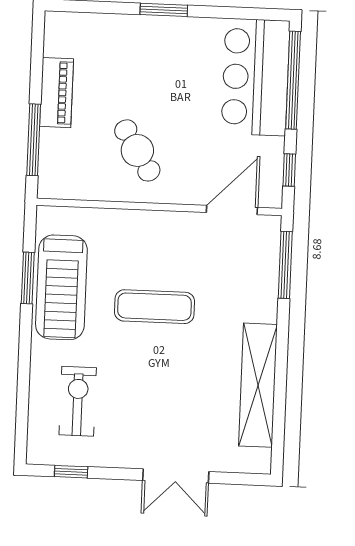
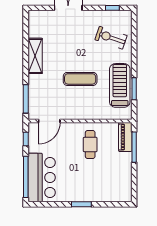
piano: (57, 93) -> (125, 137), moved
cafe table: (137, 150) -> (90, 144), turned 32
shelving: (258, 385) -> (35, 56), width x0.68
exercise bike: (78, 401) -> (111, 38), turned 109

